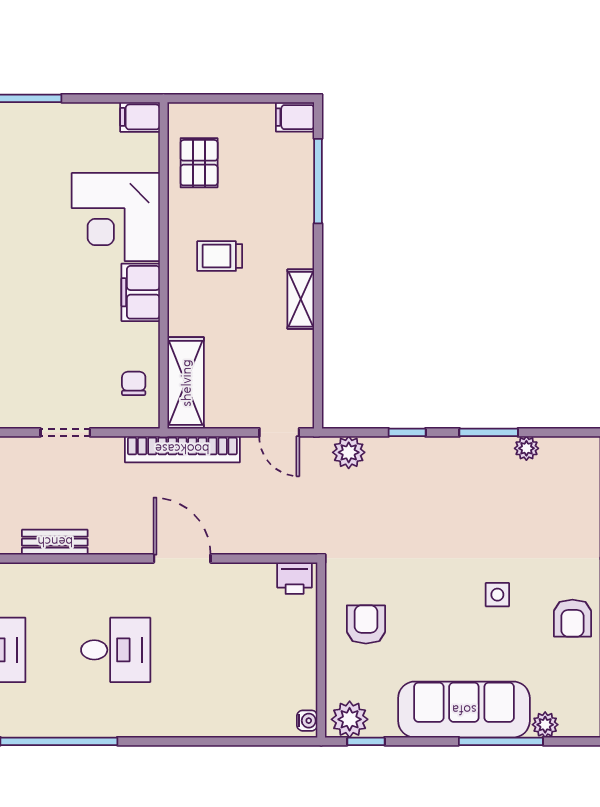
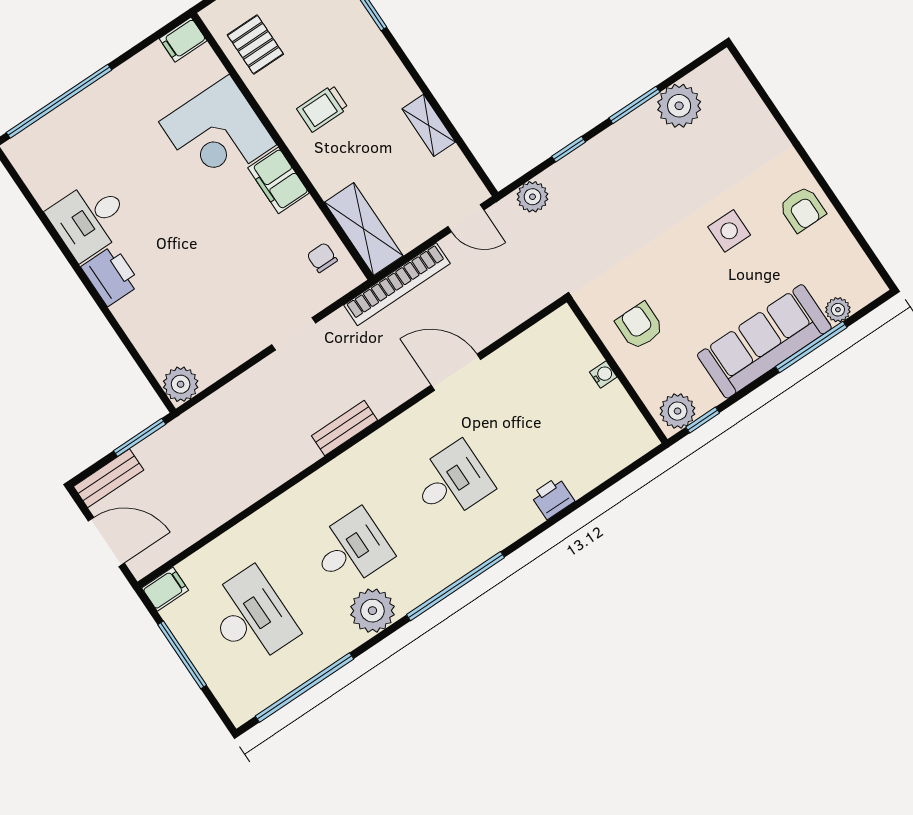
shelving: (301, 299) -> (429, 125), moved
plant: (526, 448) -> (679, 106), width x1.88, depth x1.88
printer: (295, 578) -> (553, 498), moved, turned 180
side table: (497, 595) -> (729, 231), width x1.37, depth x1.37
water cooler: (307, 721) -> (603, 374), moved

